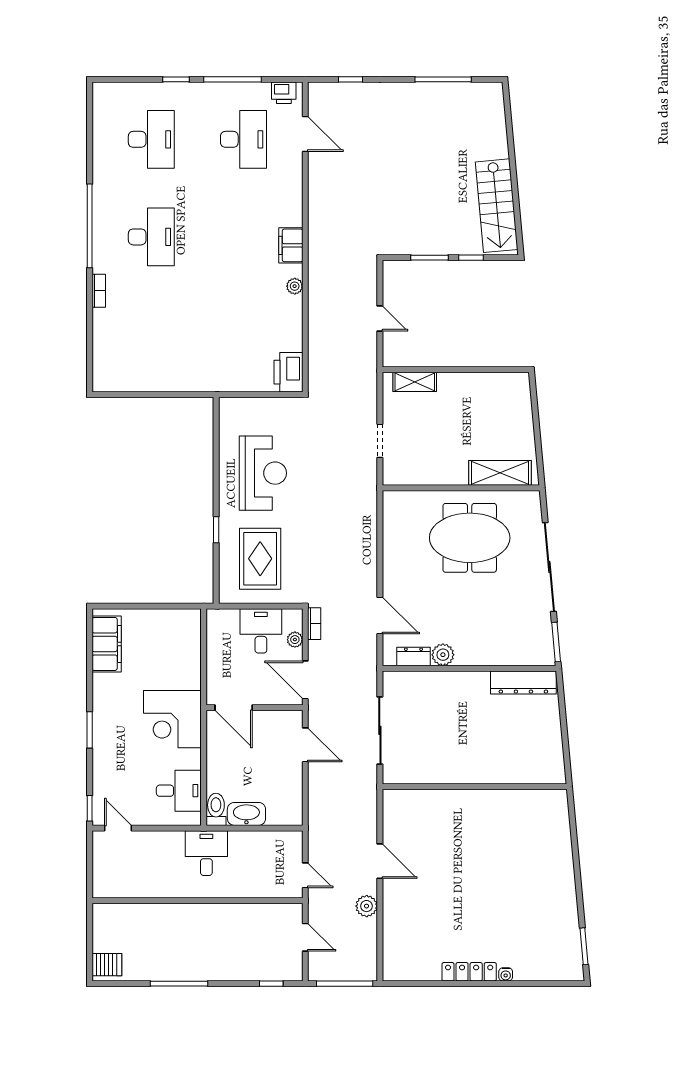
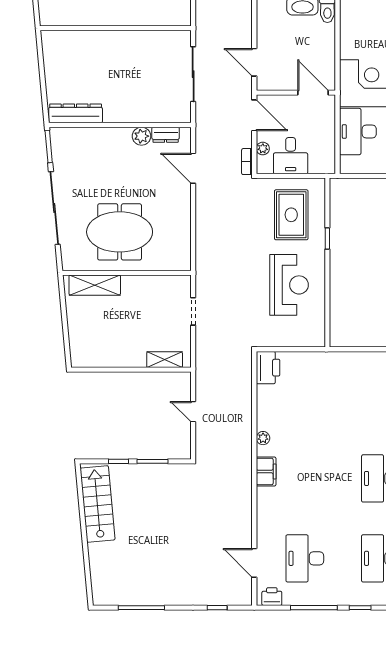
reception desk: (263, 473) -> (289, 285), turned 180
desk: (179, 791) -> (358, 132), moved, width x1.37

